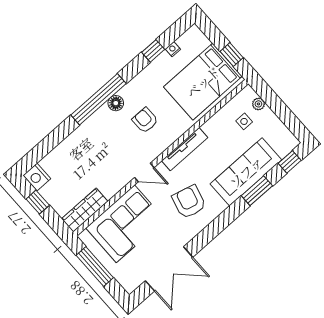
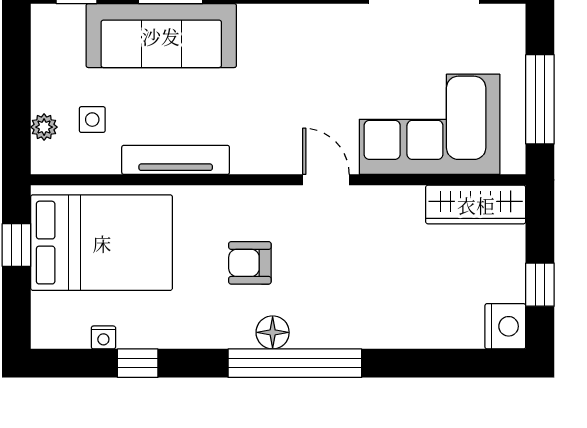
armchair: (145, 120) -> (250, 263), turned 90
tv unit: (185, 149) -> (176, 160), moved
armchair: (189, 202) -> (296, 69), removed

